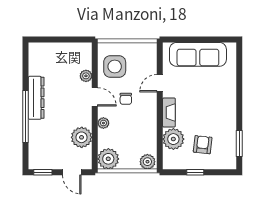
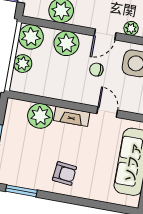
plant: (103, 123) -> (66, 43), width x1.87, depth x1.87
armchair: (203, 145) -> (64, 173), moved
plant: (147, 162) -> (23, 64), moved

